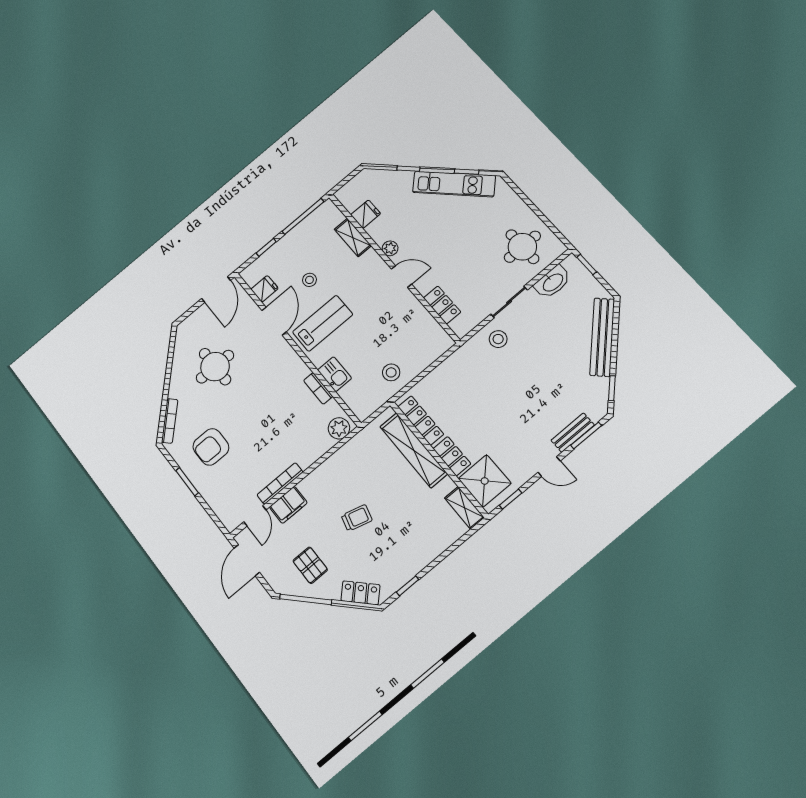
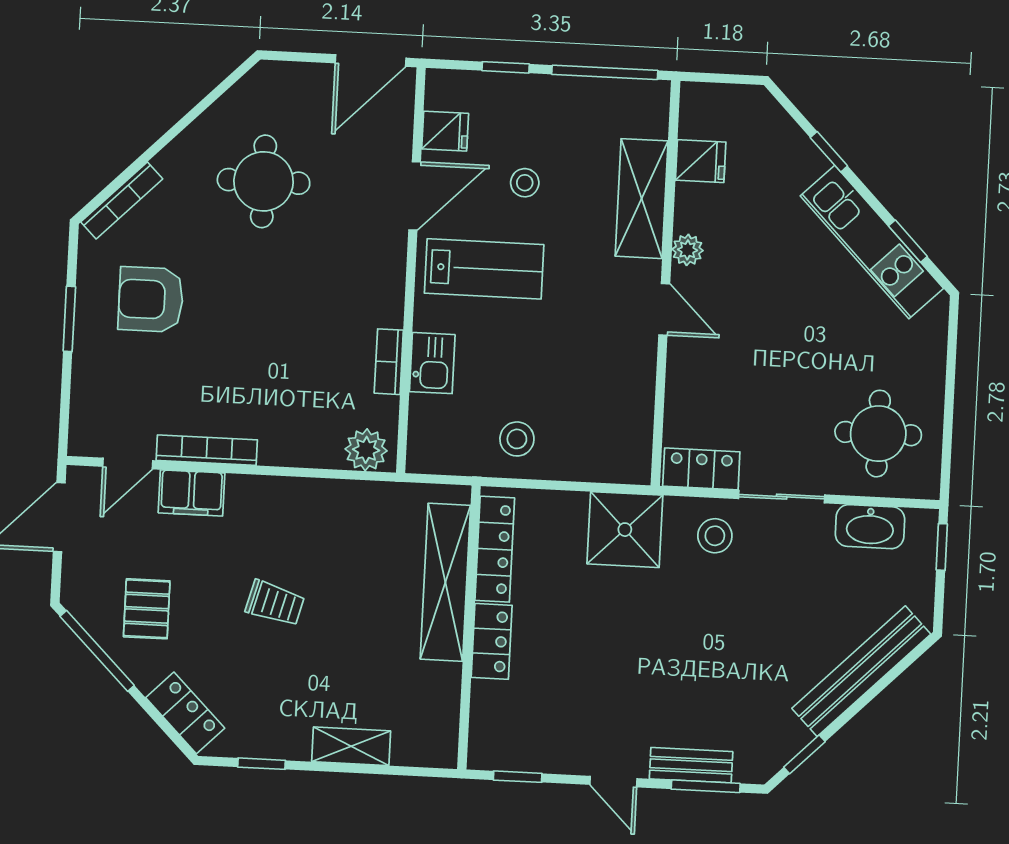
shelving: (353, 237) -> (642, 199), width x1.50, depth x1.33
locker: (442, 305) -> (701, 469), moved, turned -90
shower: (485, 481) -> (625, 530), moved
shelving: (464, 508) -> (351, 746), moved, turned 90

